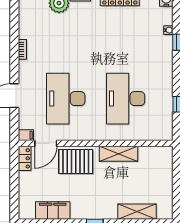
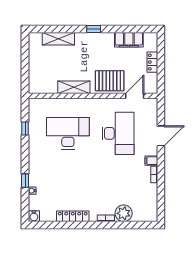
desk: (126, 99) -> (68, 133), turned -90
filing cabinet: (26, 135) -> (151, 161), moved
locker: (25, 158) -> (152, 62), moved

